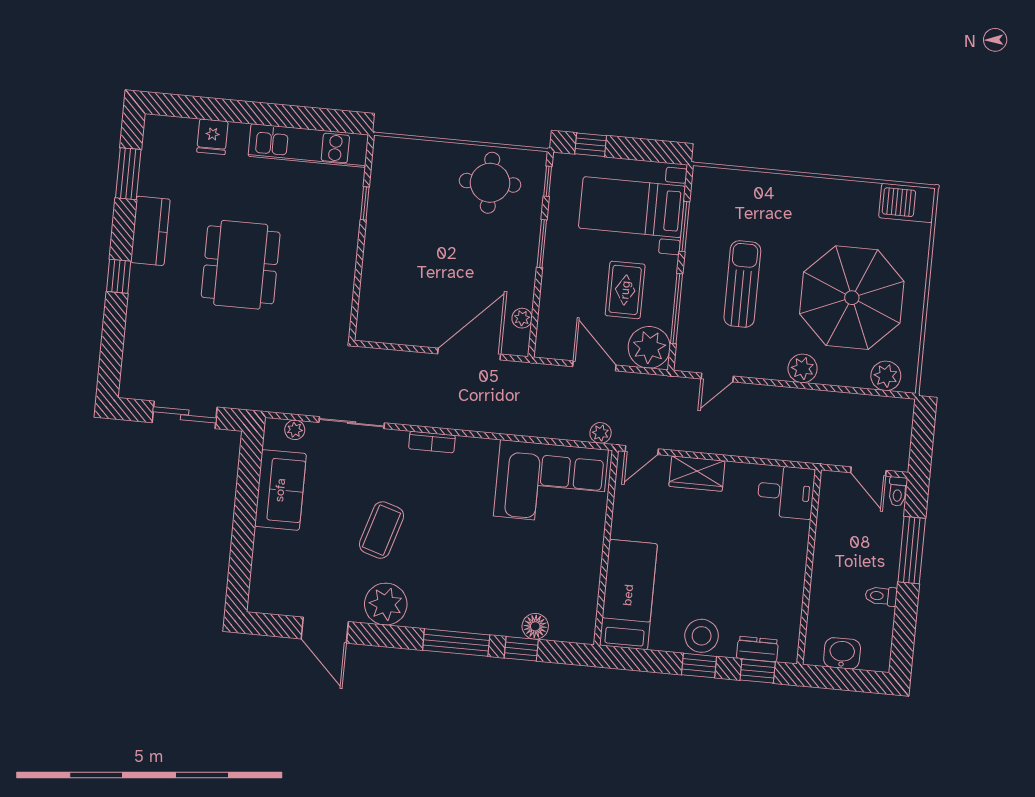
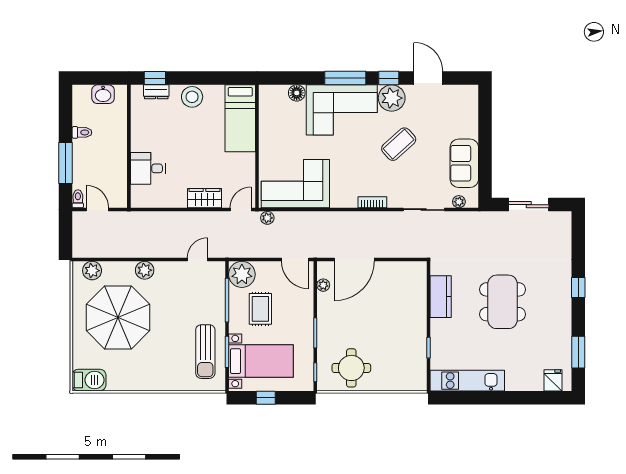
fridge: (212, 137) -> (553, 380), moved
window: (591, 145) -> (266, 398), moved
kitchen counter: (150, 231) -> (441, 297), moved, turned 180
sun lounger: (742, 284) -> (205, 352), moved
door: (594, 366) -> (295, 260), moved
desk: (786, 492) -> (148, 168), moved
coffee table: (382, 530) -> (399, 144), turned 31
corner sofa: (467, 593) -> (342, 110), added
window: (521, 649) -> (389, 78), moved
window: (699, 666) -> (192, 78), removed

